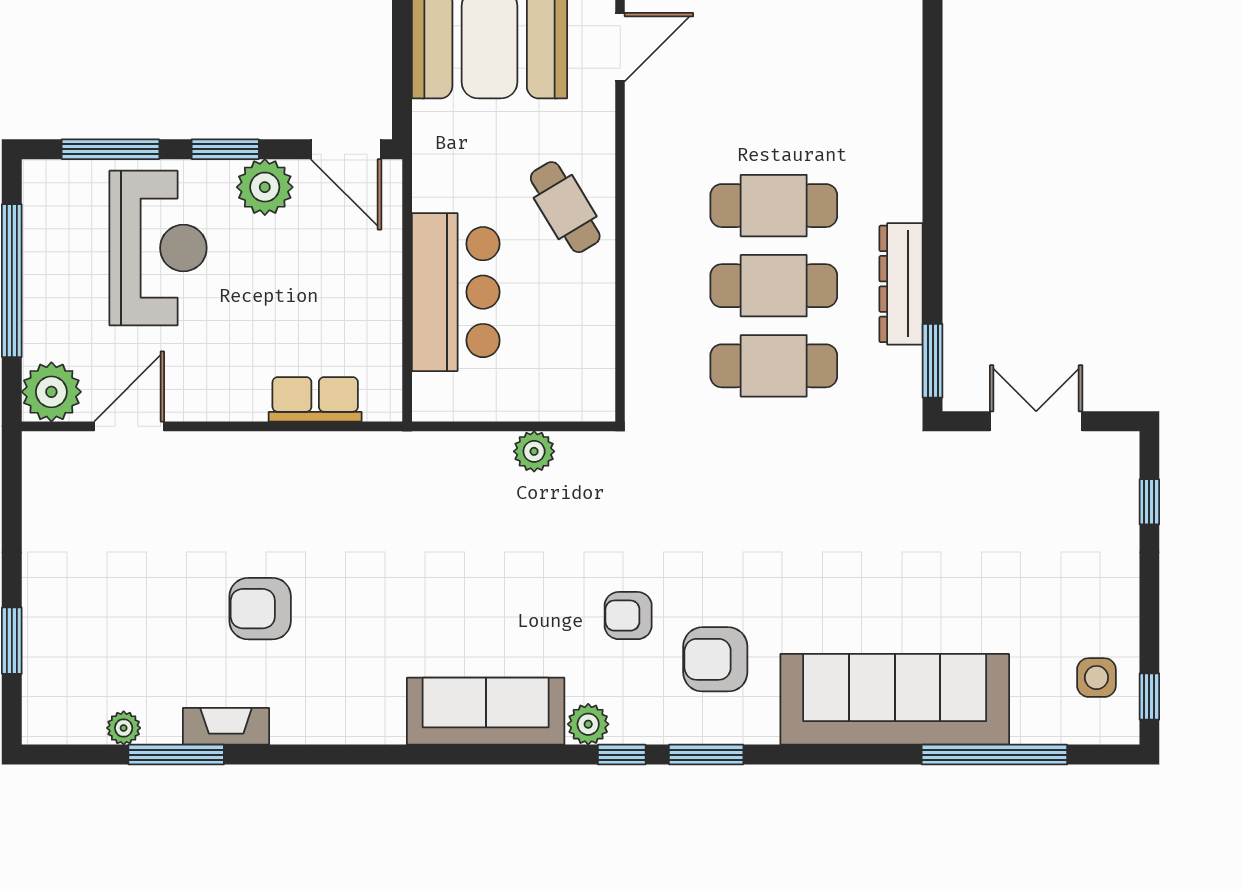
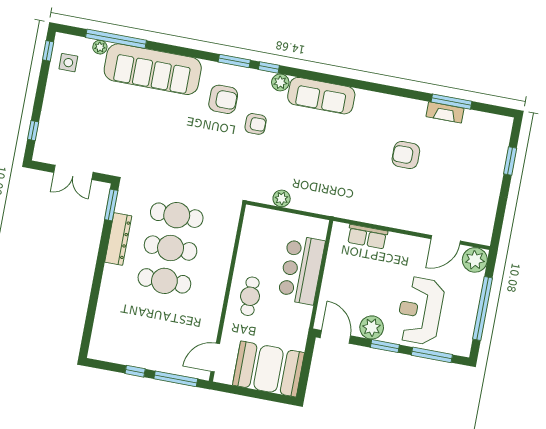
cafe table: (565, 207) -> (250, 296), turned 31
armchair: (260, 609) -> (406, 155), turned 180
fireplace: (226, 726) -> (445, 112), moved
plant: (124, 728) -> (100, 47), moved

